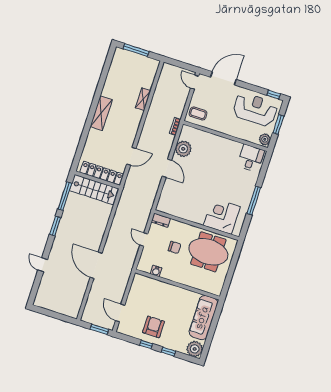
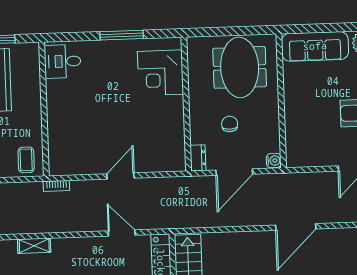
plant: (265, 139) -> (28, 51), removed
plant: (183, 149) -> (84, 163), removed
door: (144, 239) -> (234, 172), width x1.88
meeting table: (208, 252) -> (240, 67), moved
water cooler: (156, 271) -> (274, 161), moved

